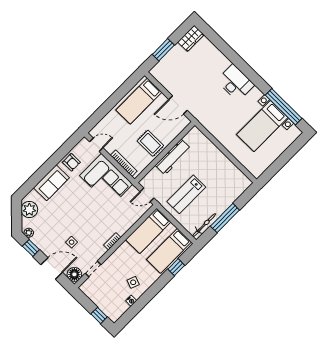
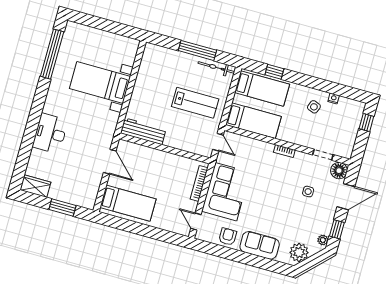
desk: (235, 83) -> (50, 133), moved
bed with nightstands: (262, 126) -> (100, 82), moved, turned 180
rug: (150, 143) -> (164, 168), removed
workbench: (173, 157) -> (143, 131), moved
door: (52, 269) -> (346, 197), swing flipped

